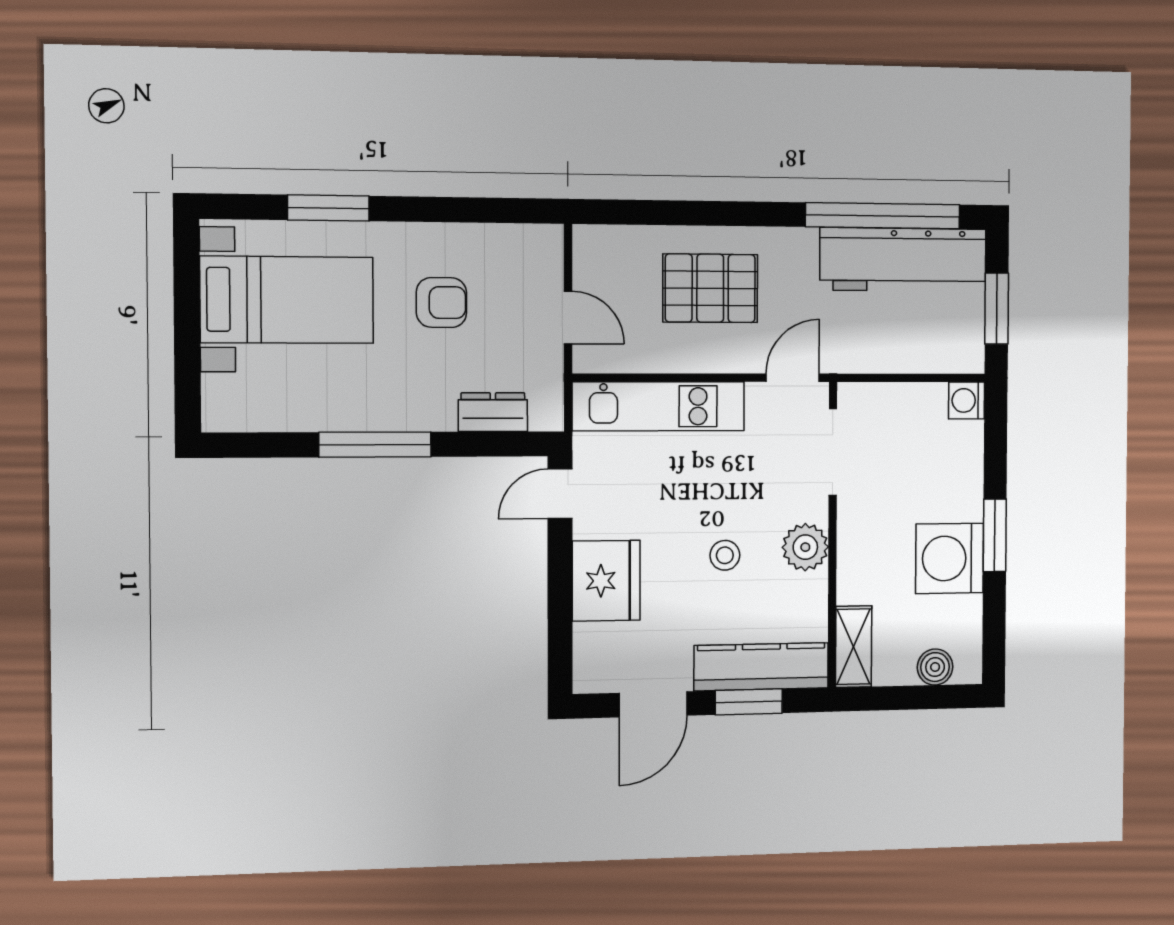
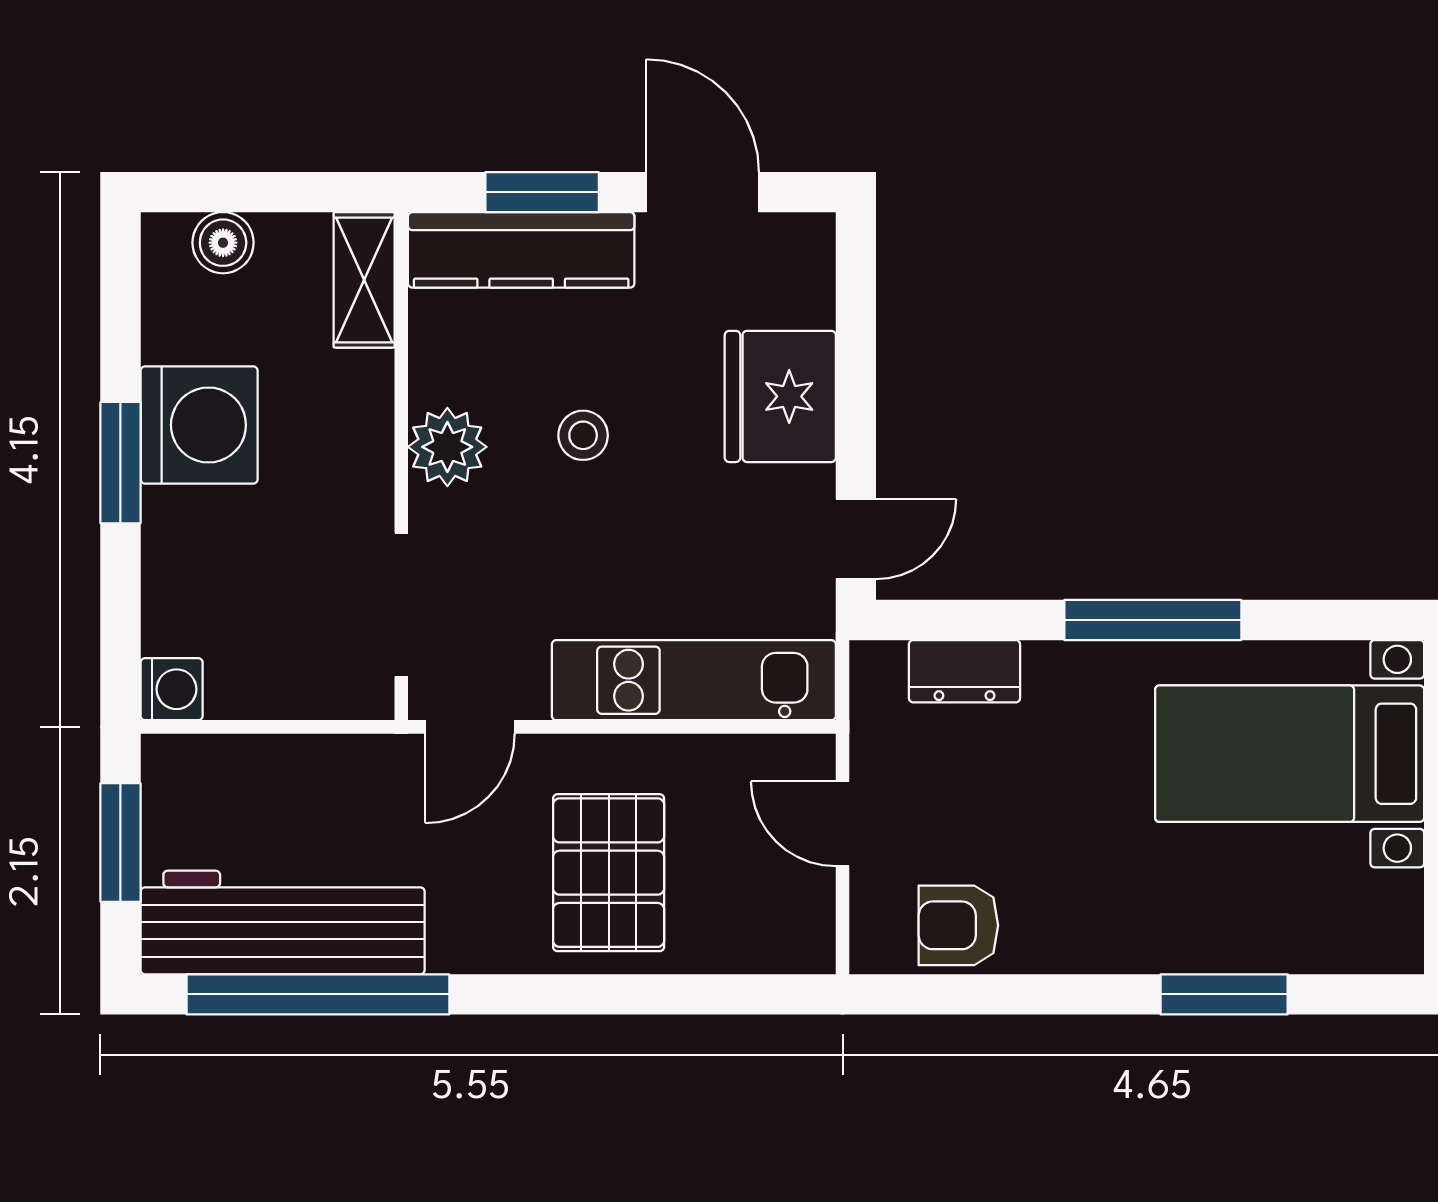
pallet: (710, 288) -> (609, 873), turned 90
bed with nightstands: (287, 300) -> (1290, 754), moved
armchair: (441, 303) -> (958, 925), moved
door: (653, 704) -> (703, 192), hinge flipped

